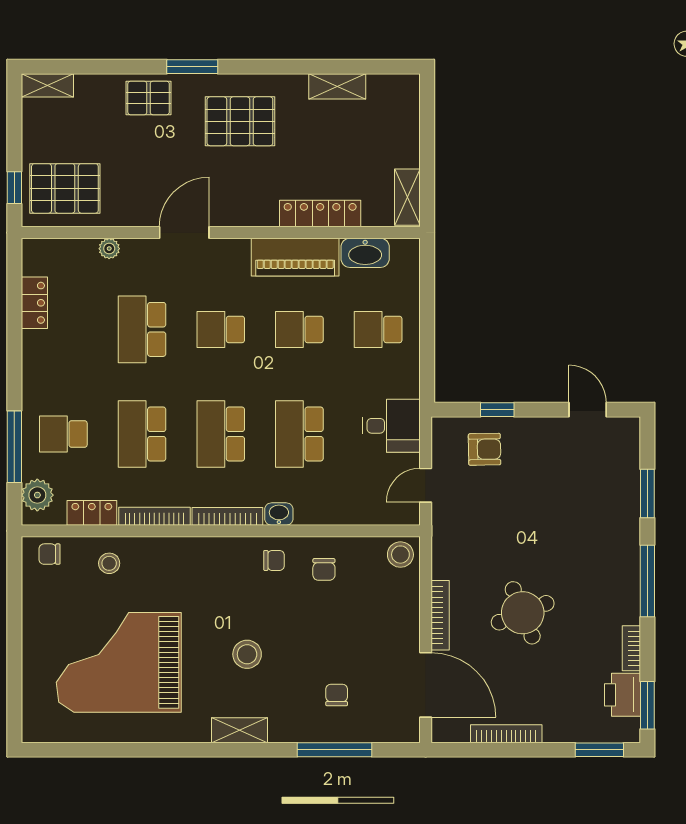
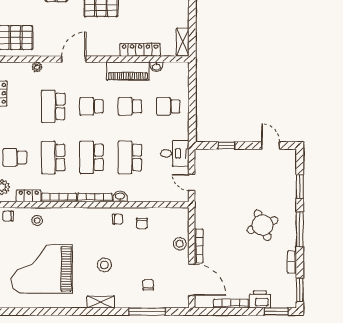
washbasin: (365, 253) -> (156, 67), width x0.52, depth x0.69
armchair: (485, 449) -> (220, 165), removed
door: (426, 485) -> (192, 182), hinge flipped
stool: (400, 555) -> (180, 244), moved
round table: (523, 613) -> (263, 225), moved
printer: (622, 695) -> (260, 299), moved, turned 90

